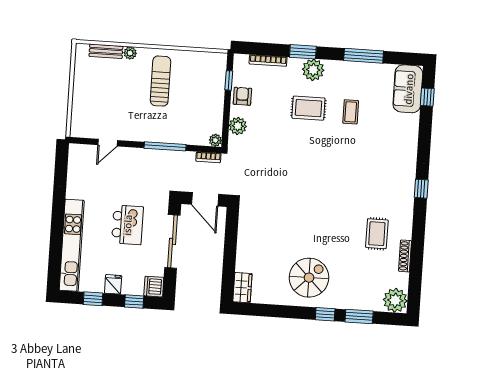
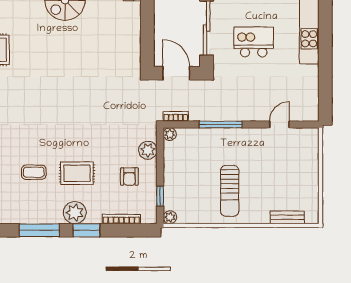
plant: (130, 53) -> (170, 217), moved
window: (364, 56) -> (39, 230), moved
armchair: (242, 96) -> (129, 177), moved
coffee table: (351, 112) -> (34, 172), turned 90
kitchen island: (127, 225) -> (254, 42), turned 90

